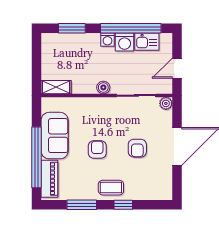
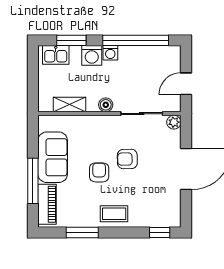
washing machine: (125, 42) -> (92, 55), moved
kitchen sink: (147, 42) -> (56, 55), moved
shelving: (56, 87) -> (69, 105), moved
armchair: (137, 148) -> (127, 159), moved, turned 89
window: (36, 157) -> (33, 181), width x0.68
window: (123, 205) -> (160, 233), moved

